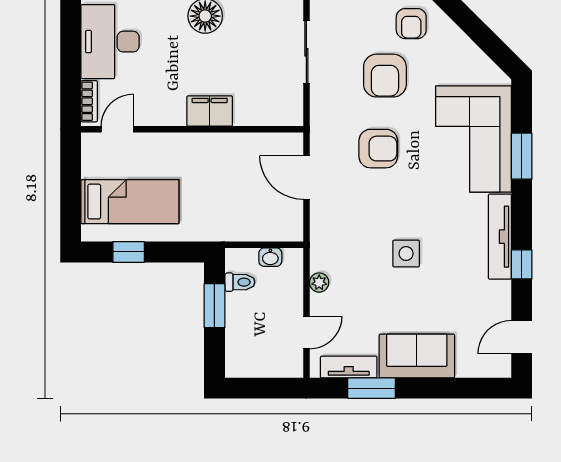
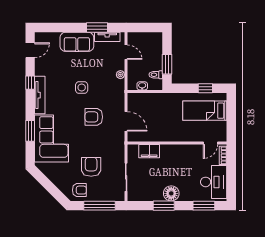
armchair: (411, 24) -> (79, 190), turned 90
filing cabinet: (210, 111) -> (149, 151), moved
armchair: (378, 149) -> (94, 117), moved
door: (306, 333) -> (126, 52), swing flipped

